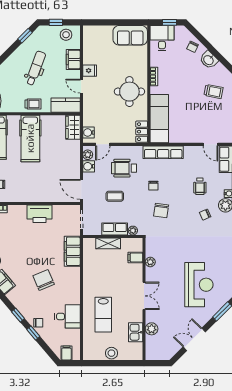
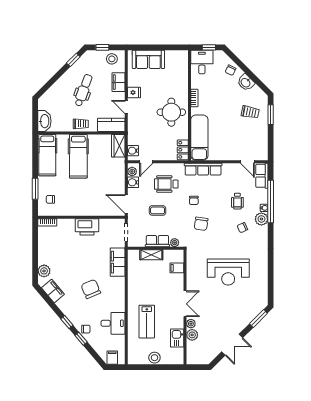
sofa: (130, 35) -> (148, 59), moved
plant: (150, 262) -> (191, 324), moved
reception desk: (199, 285) -> (228, 272), moved, turned 90
double door: (194, 339) -> (232, 345), swing flipped

